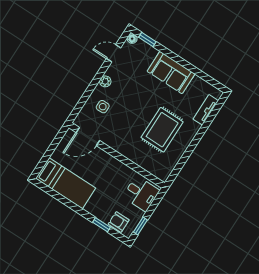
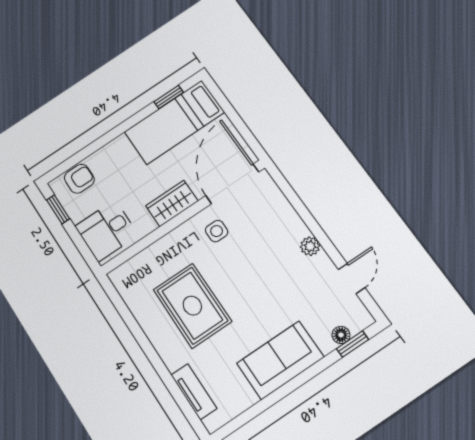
floor lamp: (132, 39) -> (341, 335), moved
side table: (103, 107) -> (217, 231), moved
door: (88, 136) -> (232, 184), width x1.36
wardrobe: (112, 165) -> (172, 203), added
window: (101, 225) -> (169, 97), moved

